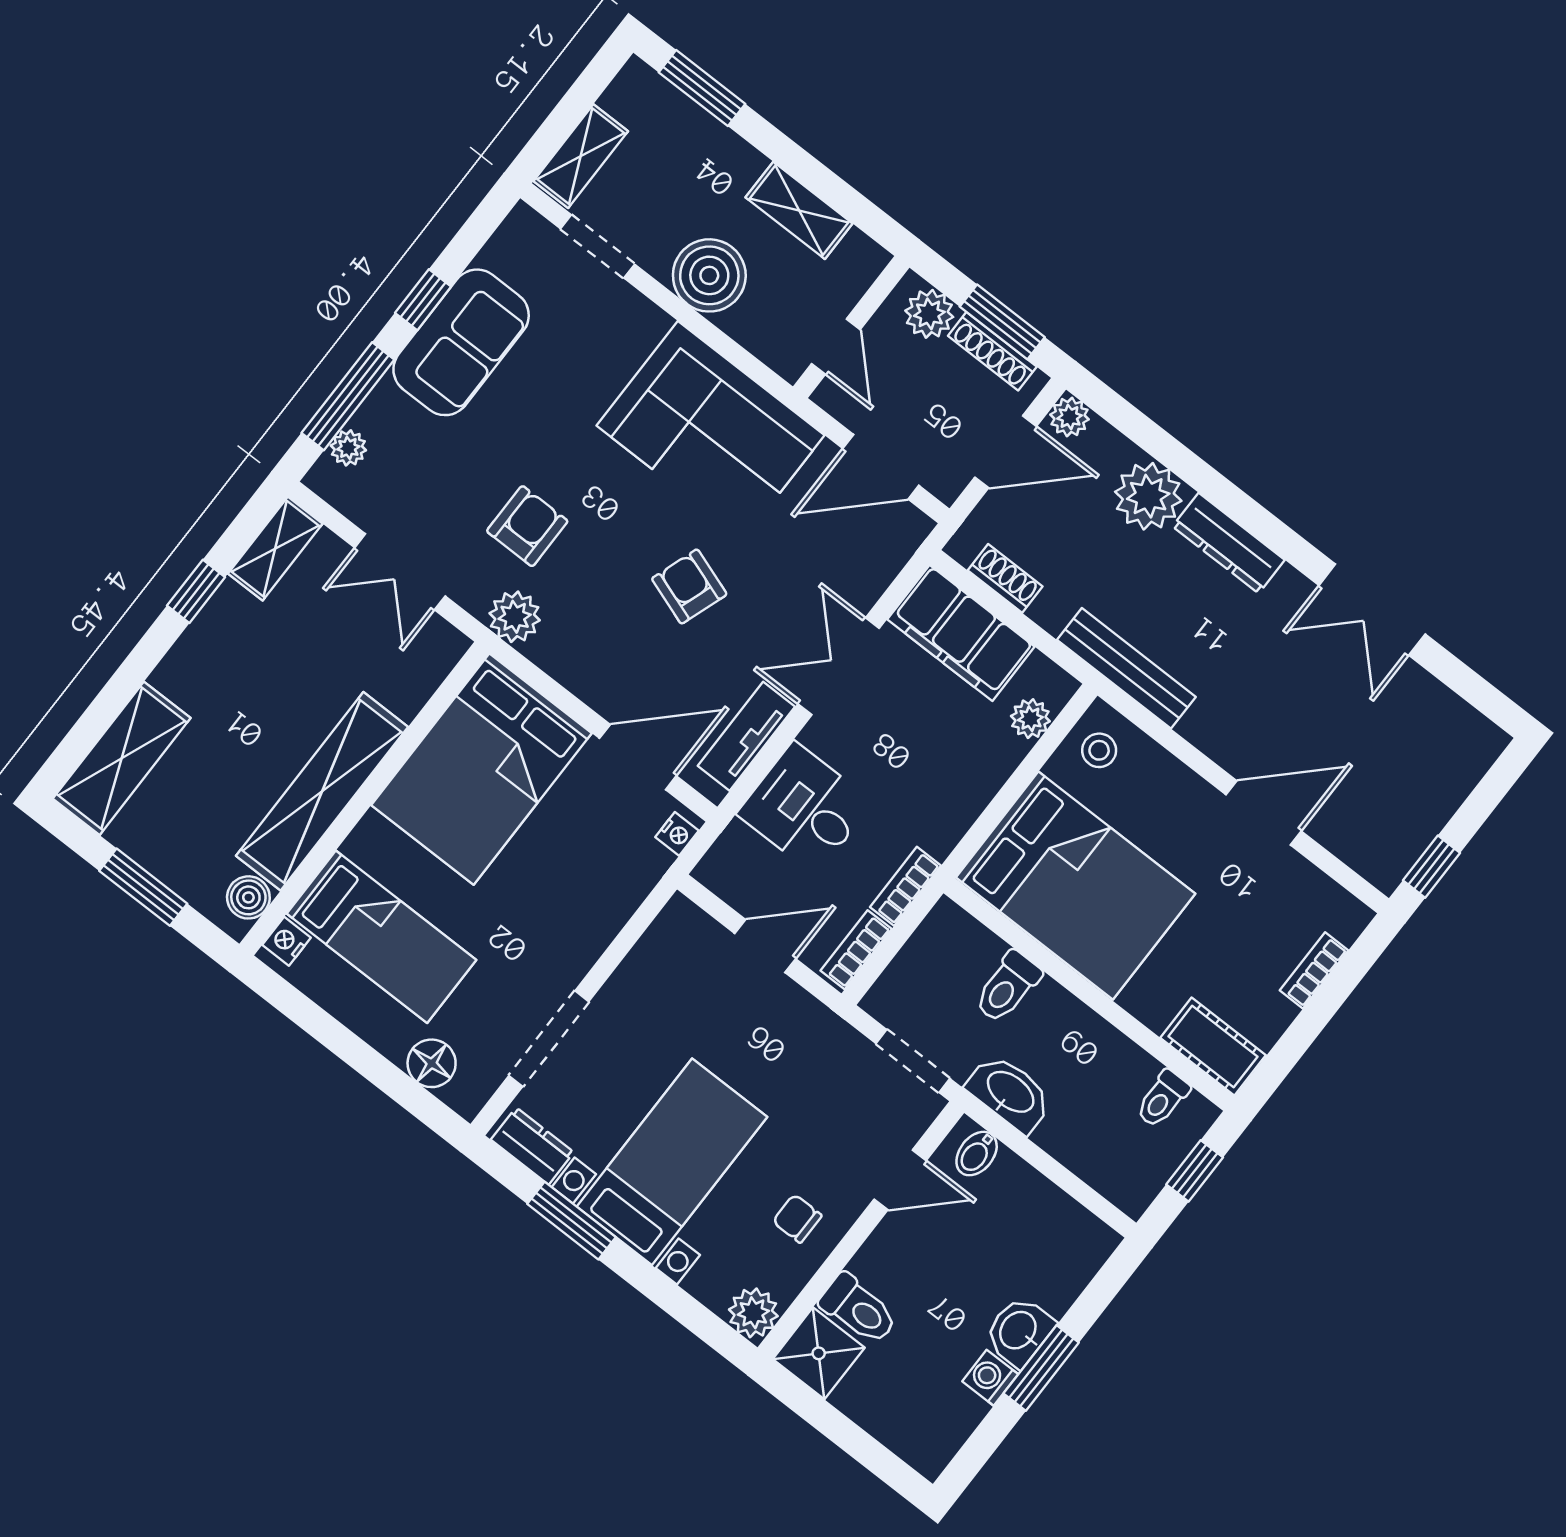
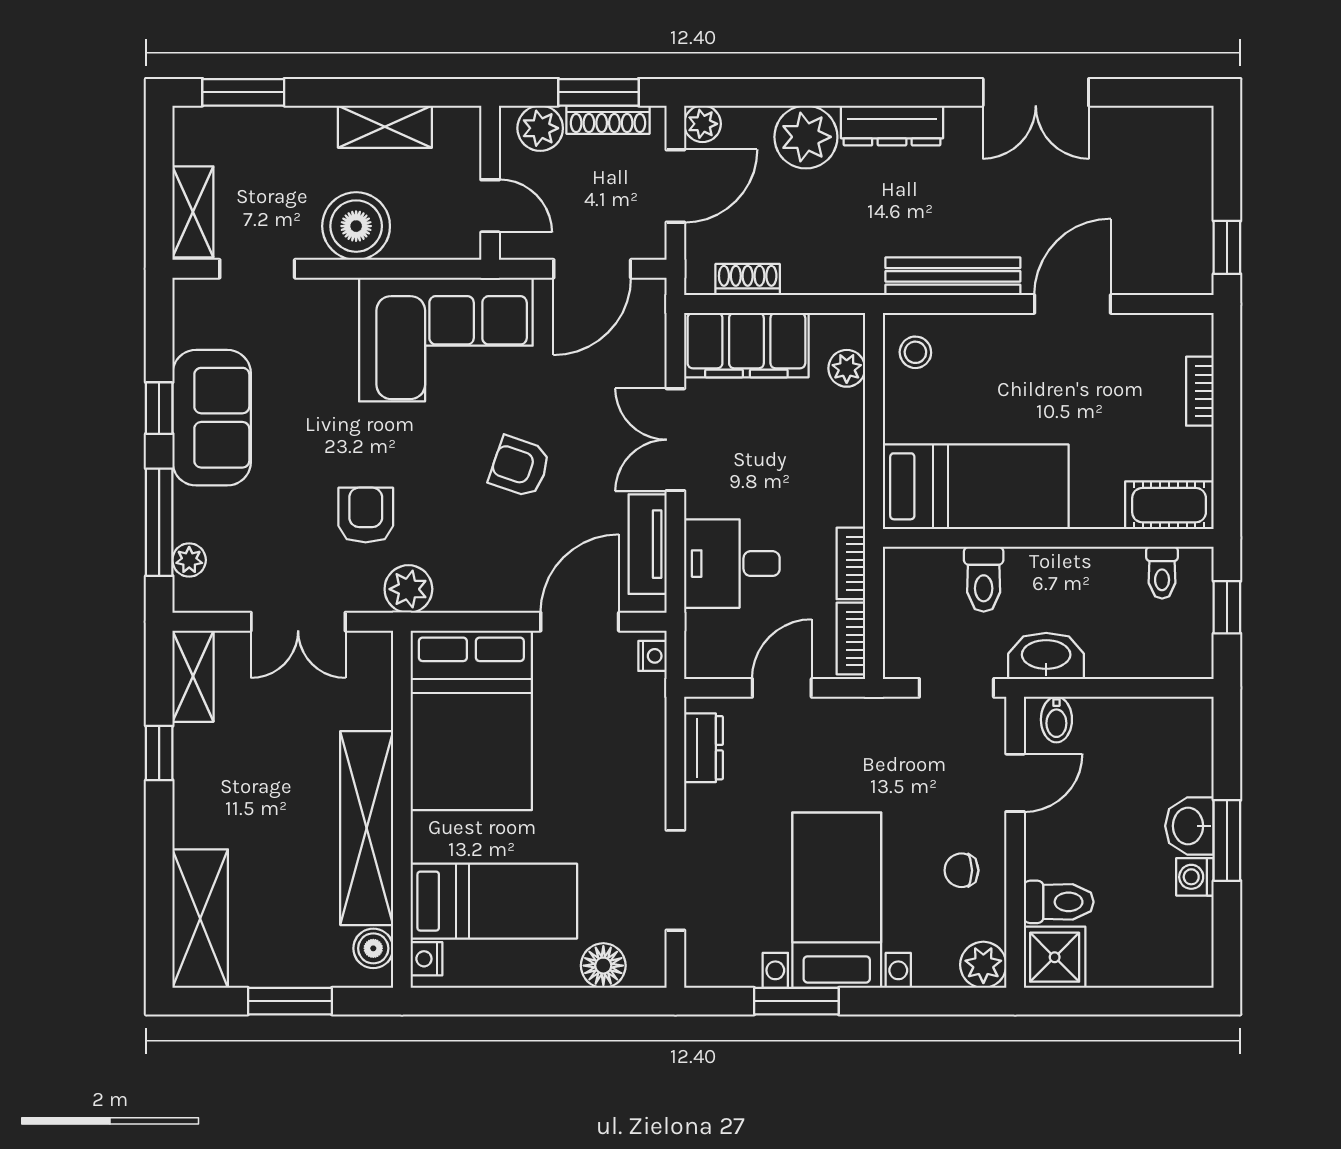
bench: (1126, 668) -> (953, 276), moved
bed: (1076, 886) -> (976, 486), width x0.67
dresser: (532, 1146) -> (704, 748), moved, turned 90

